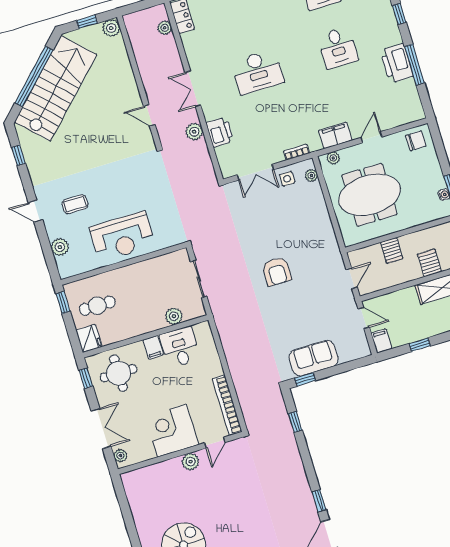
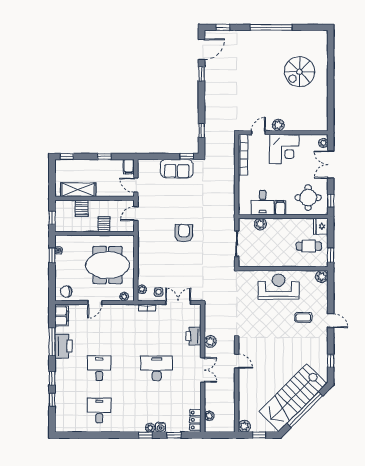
filing cabinet: (335, 135) -> (62, 316), moved, turned -90
plant: (60, 247) -> (322, 276), moved

